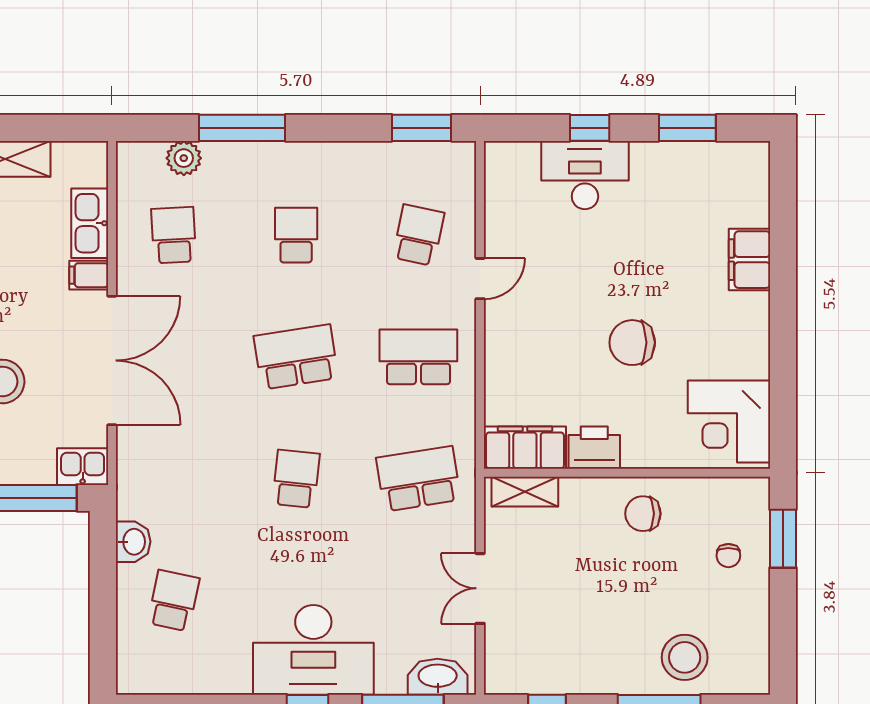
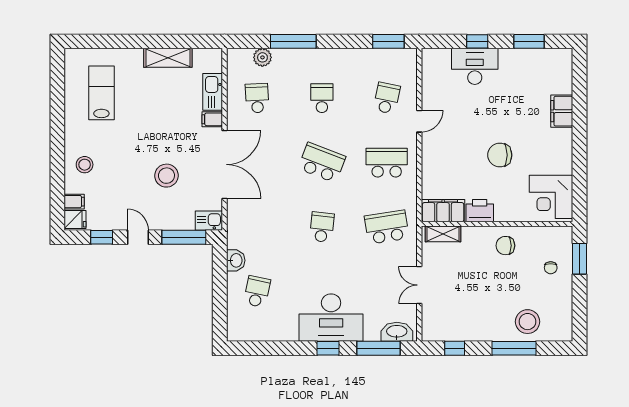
school desk: (296, 357) -> (322, 163), turned 30

